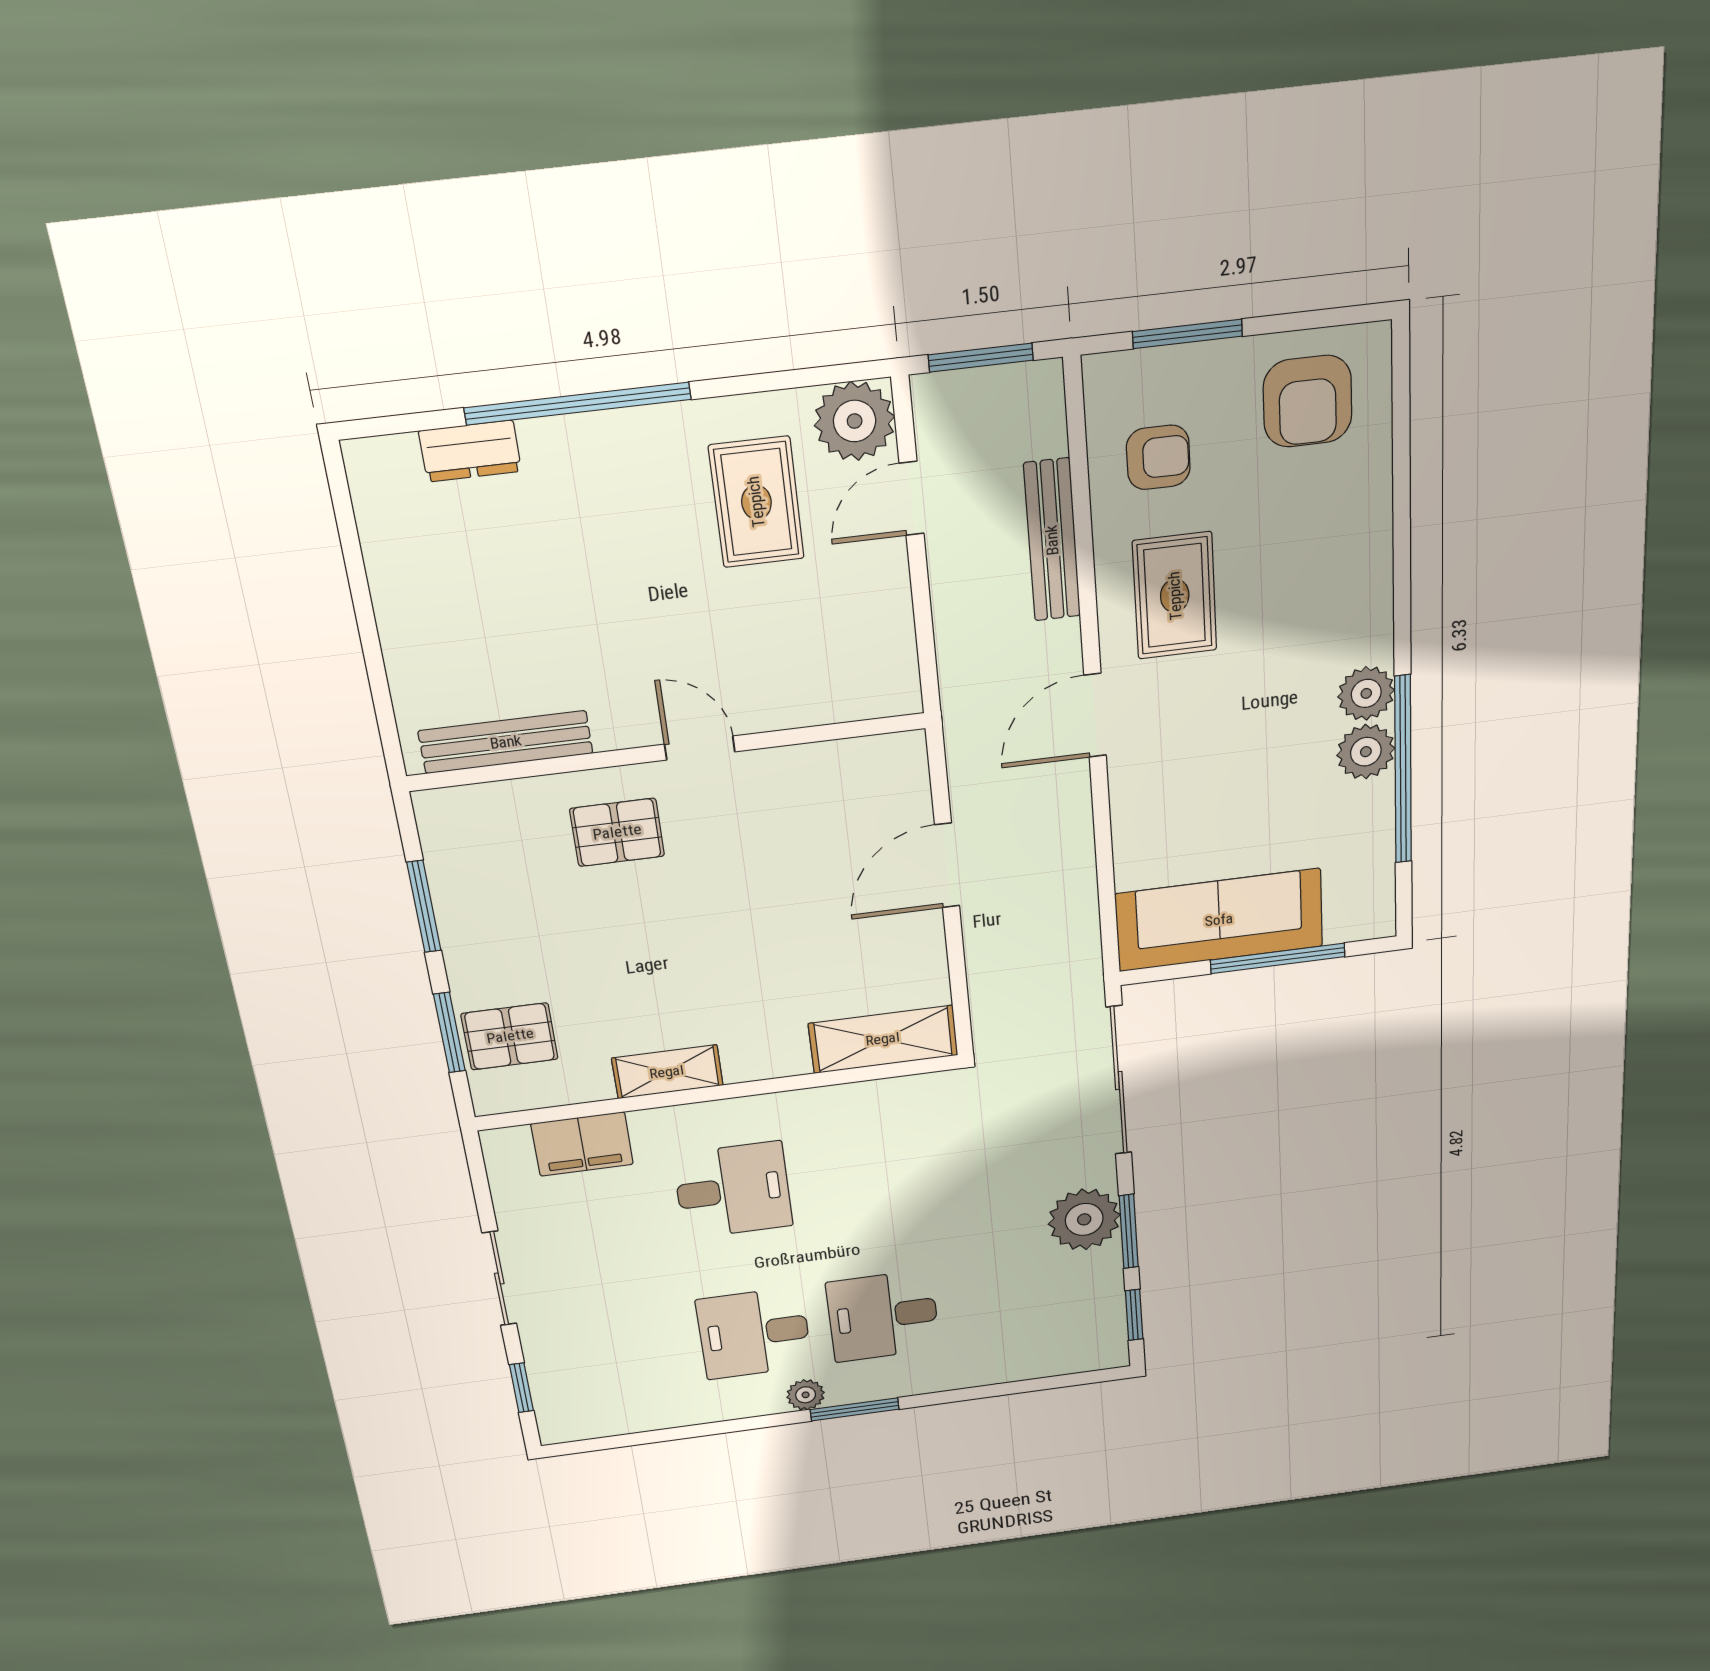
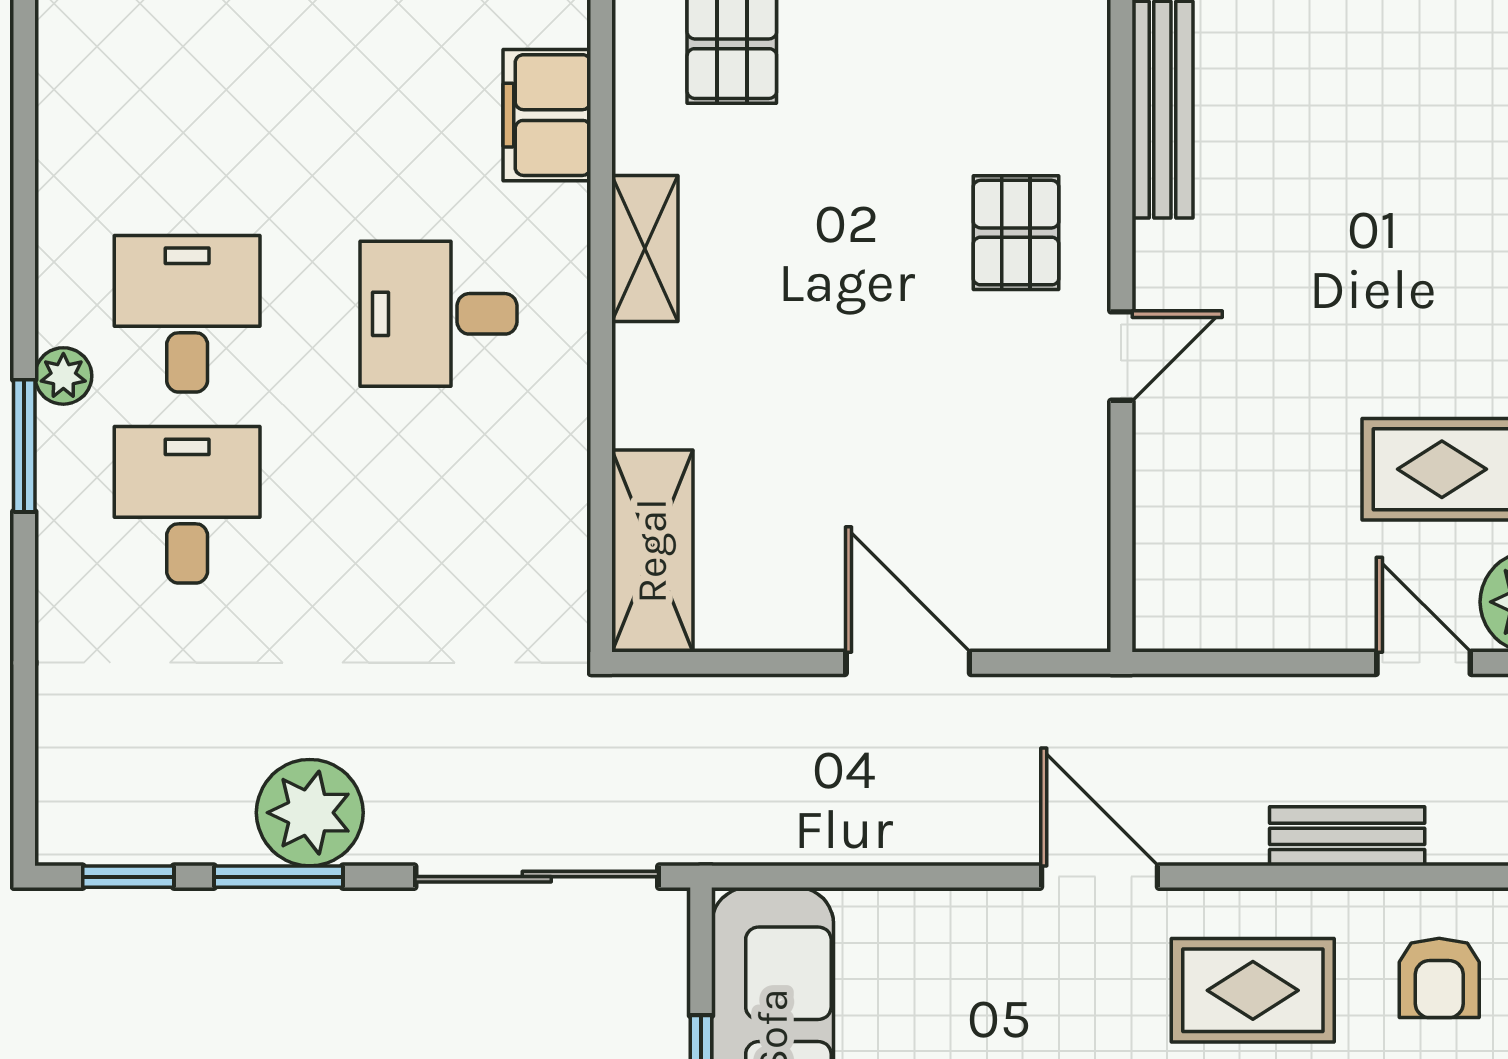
bench: (1052, 540) -> (1347, 836), width x0.73
desk: (733, 1190) -> (438, 314), turned 90

